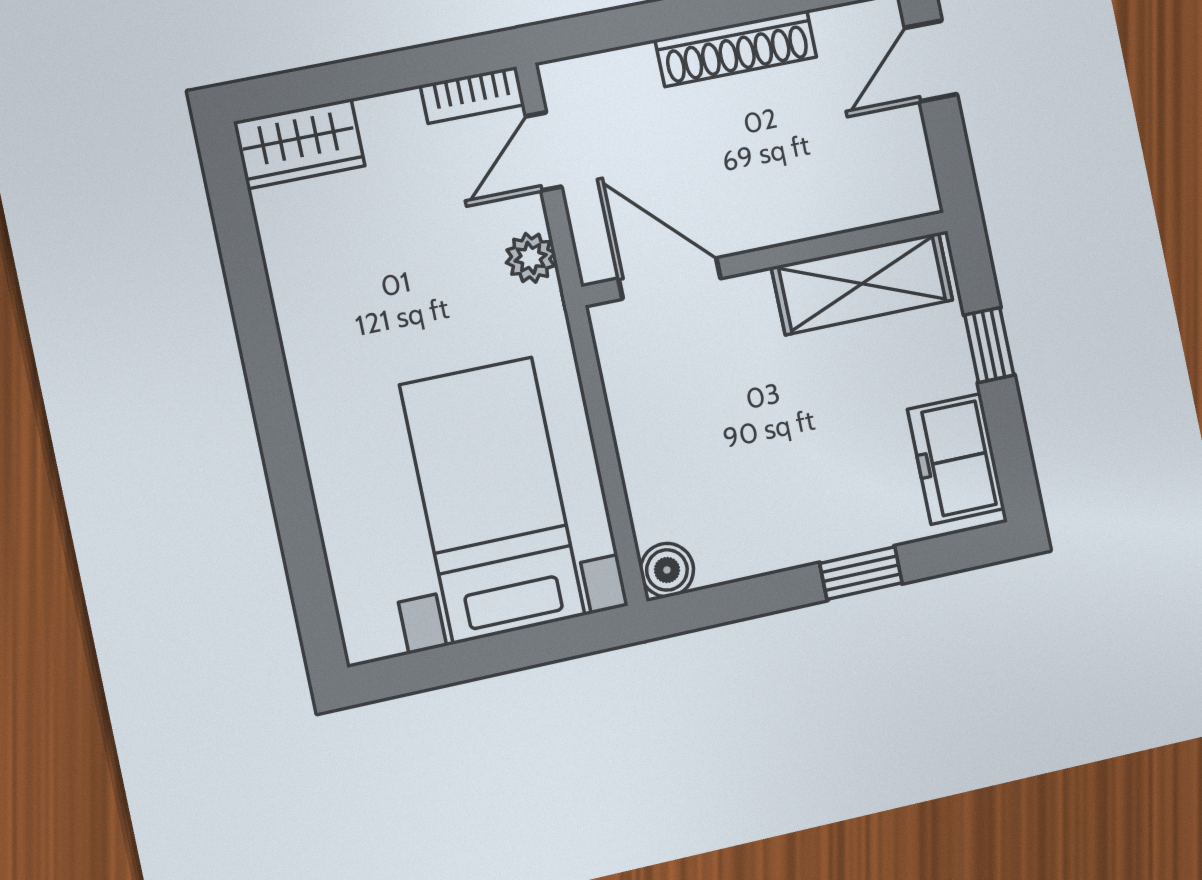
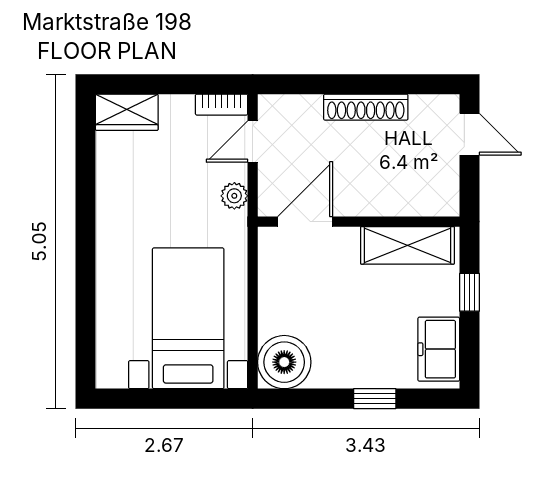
door: (931, 61) -> (469, 134), swing flipped
door: (670, 278) -> (305, 222), hinge flipped
boiler: (667, 570) -> (284, 362), width x1.86, depth x1.86

